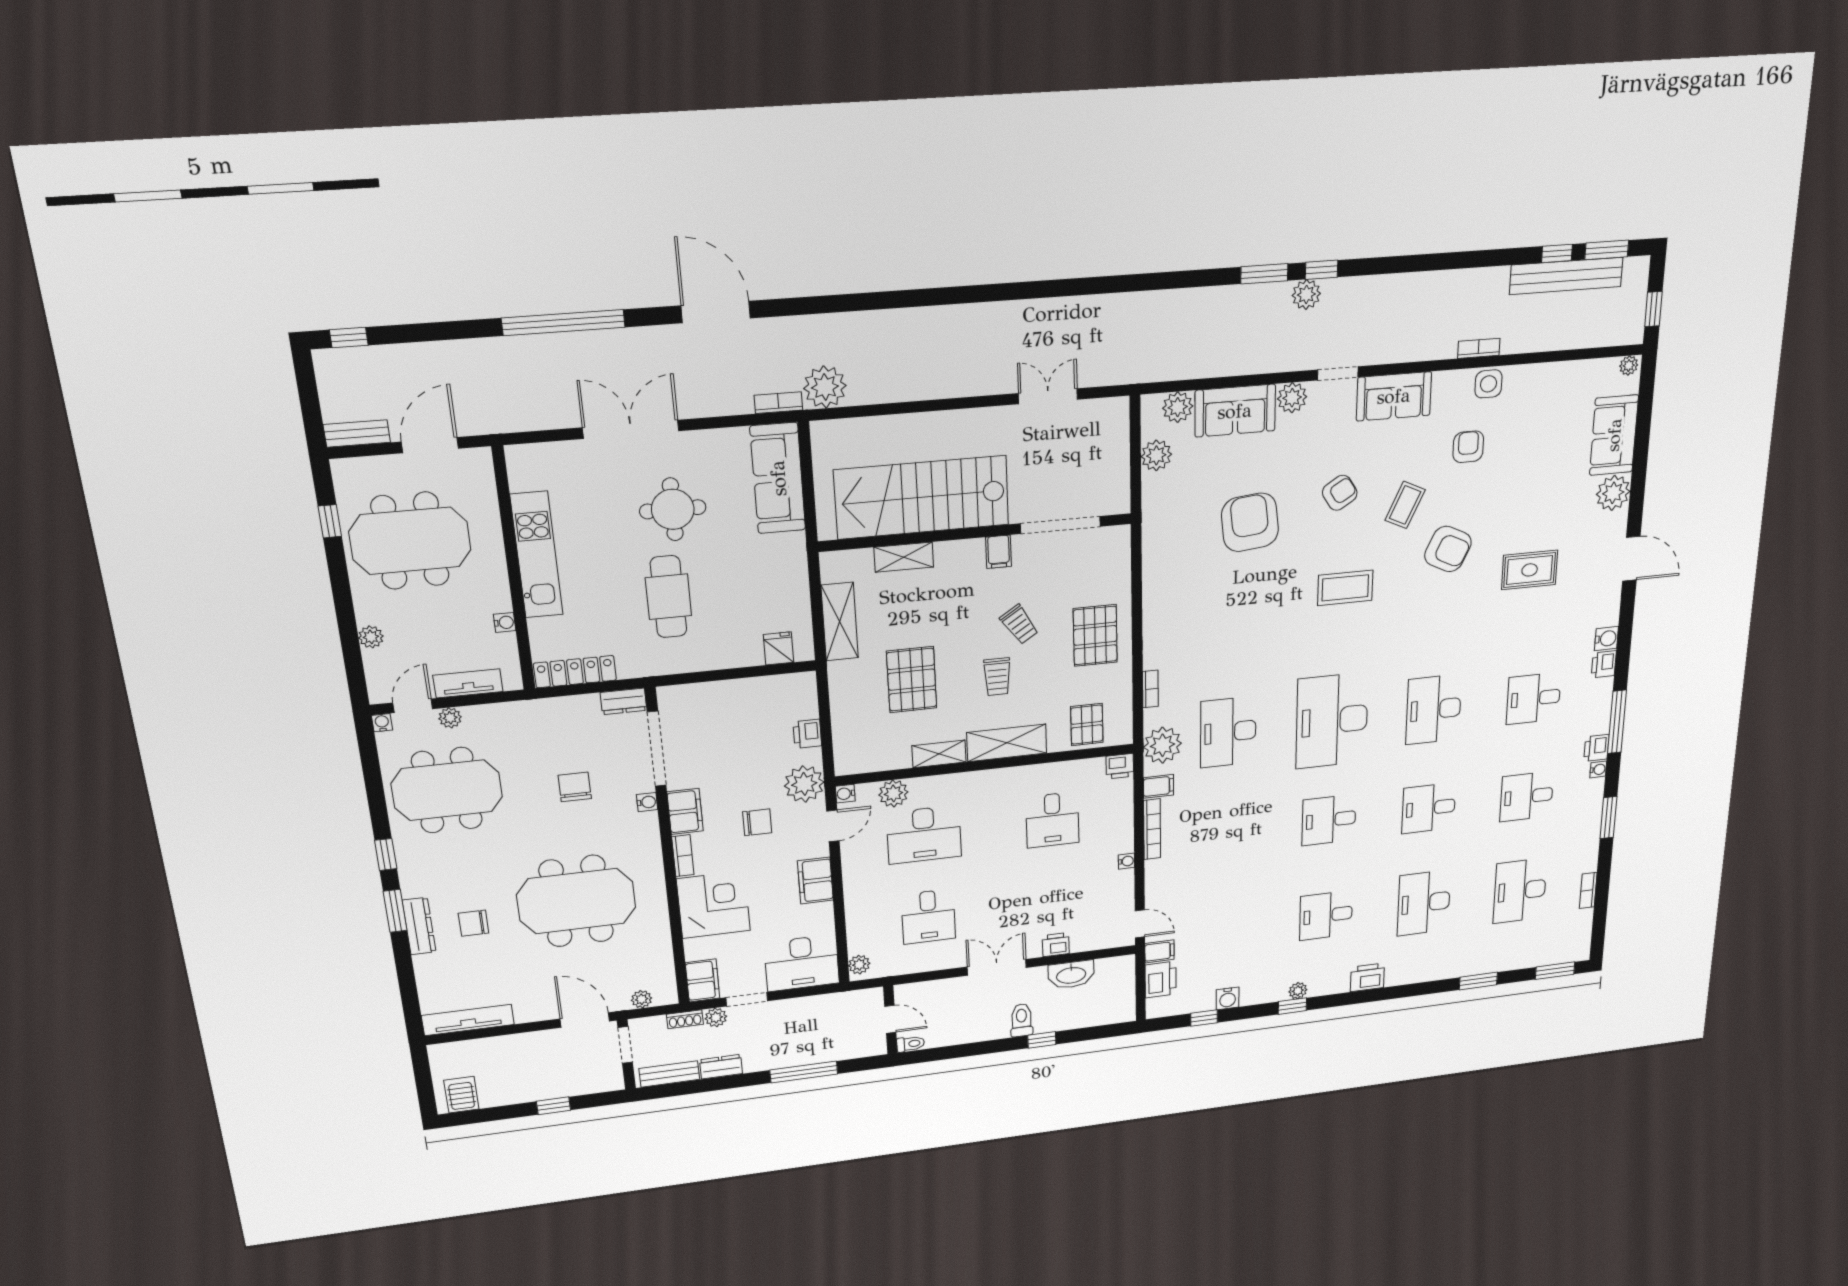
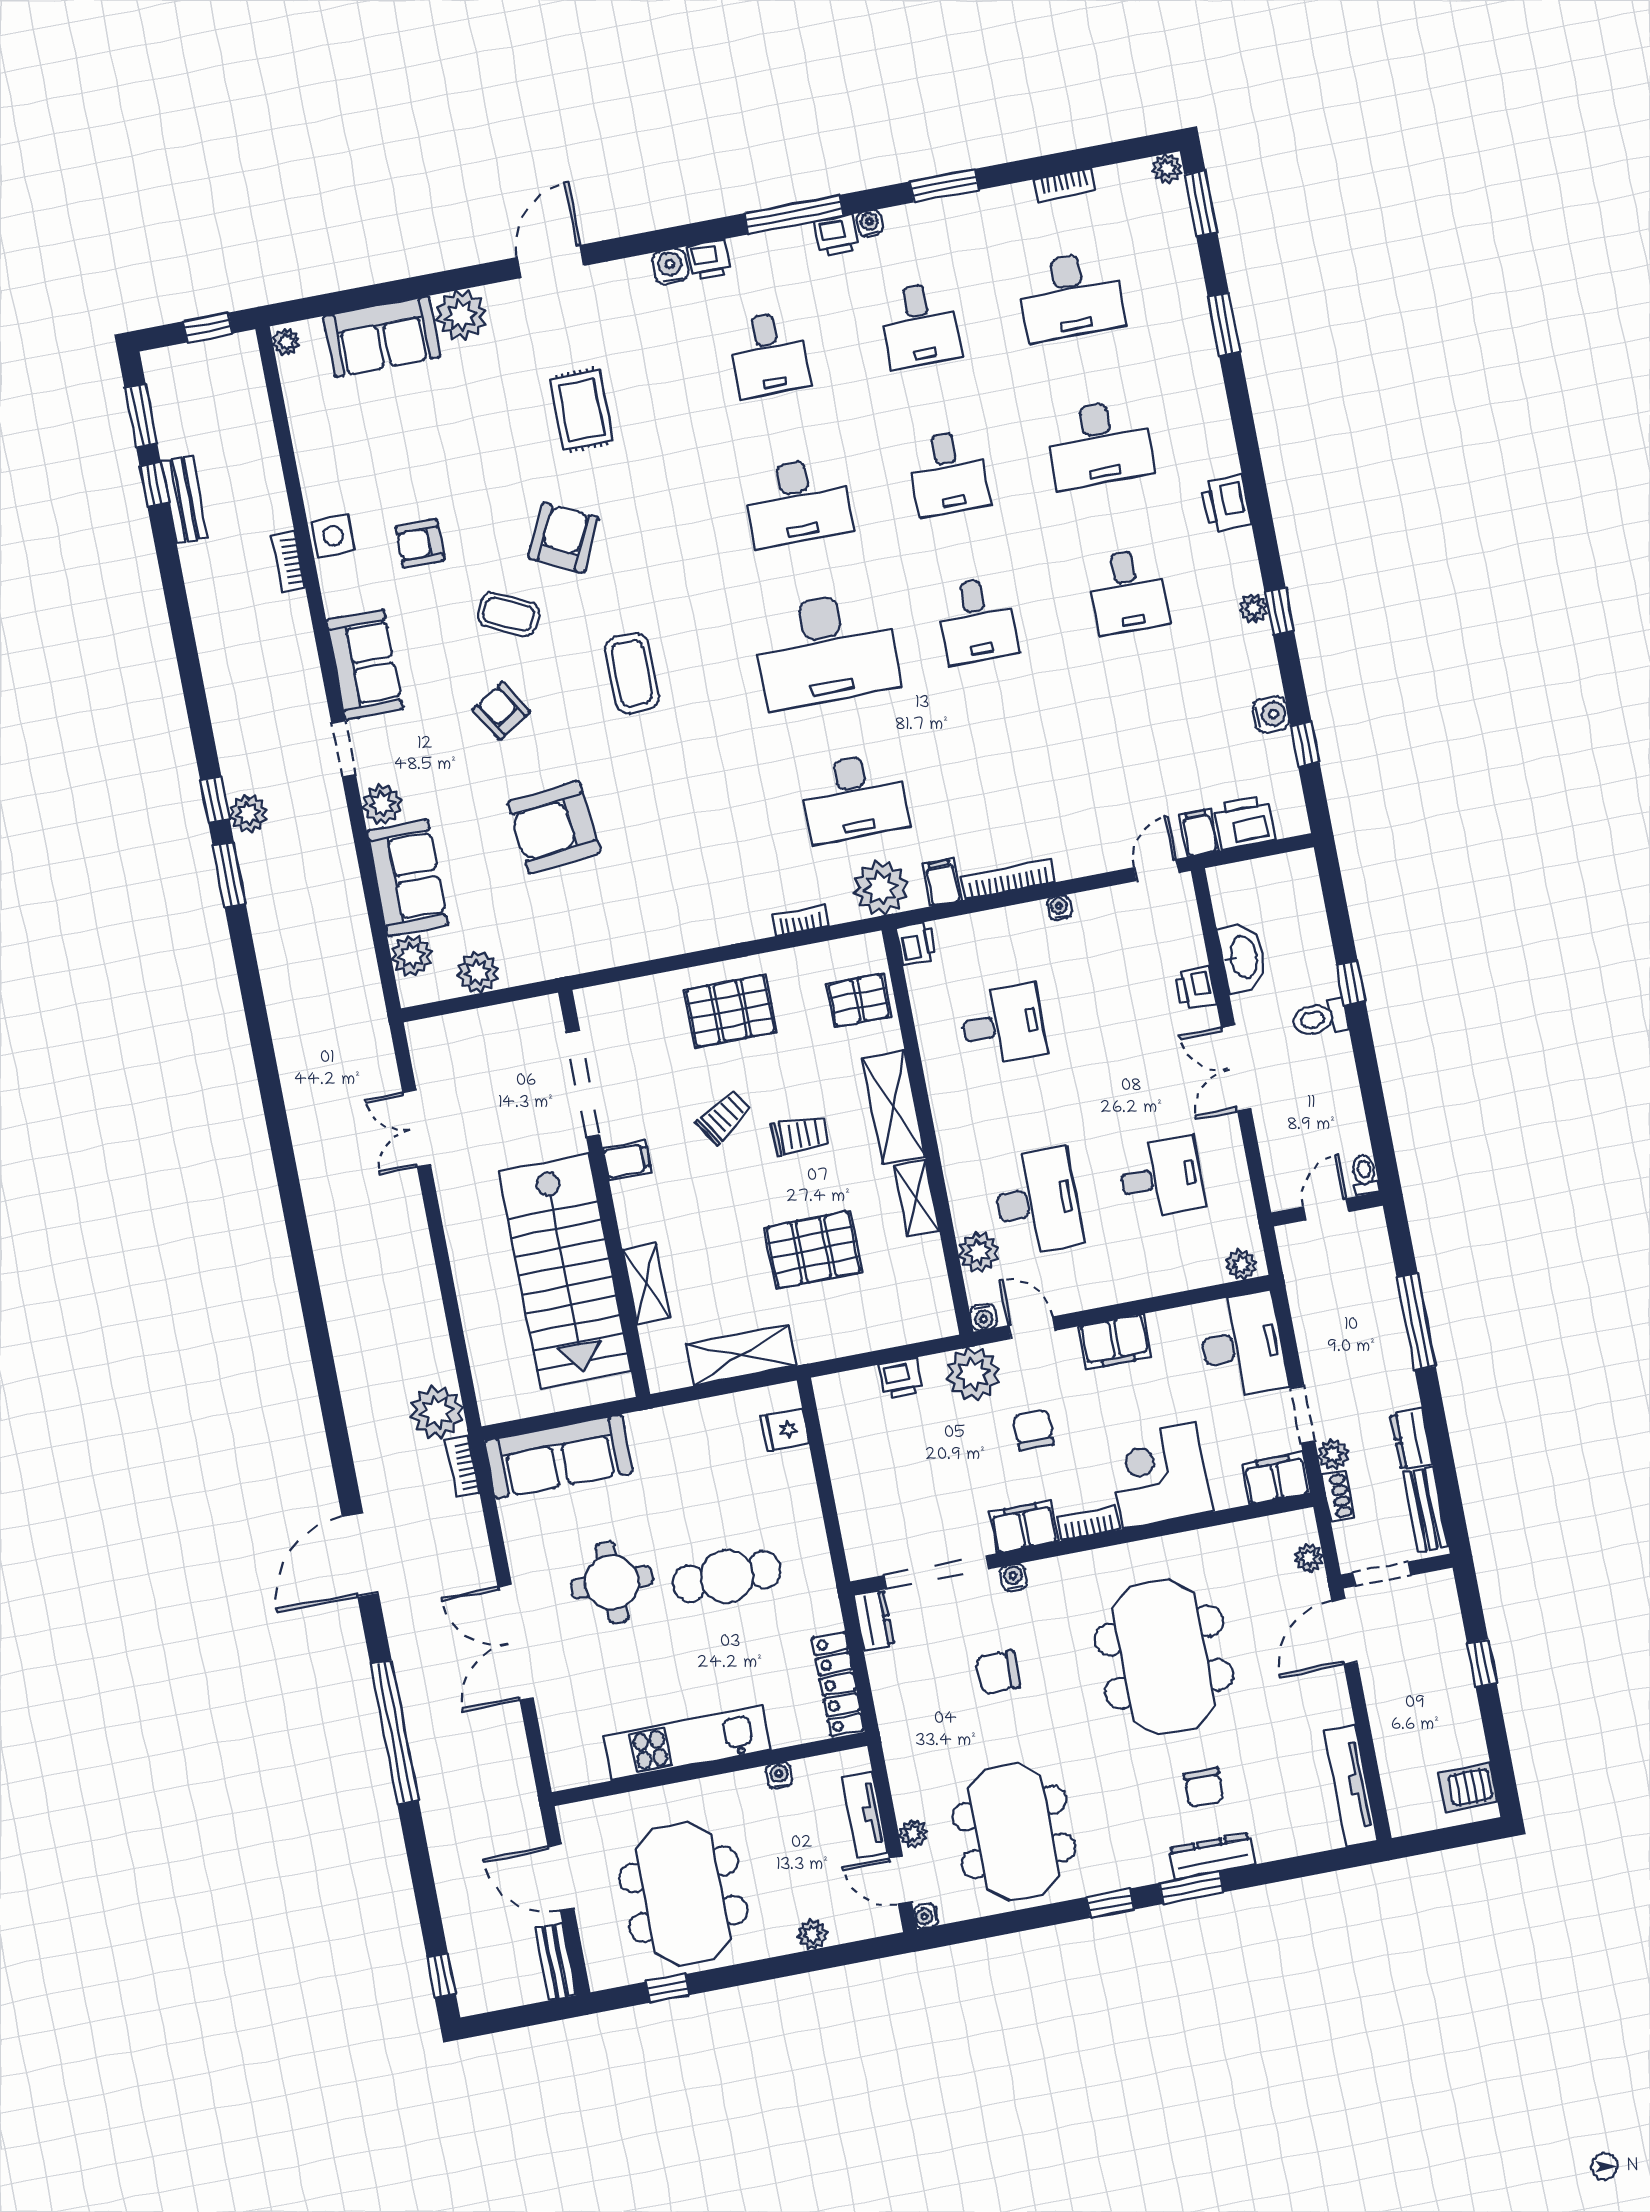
bench: (1566, 276) -> (184, 500), width x0.54, depth x0.82
plant: (1581, 952) -> (1167, 168), added

